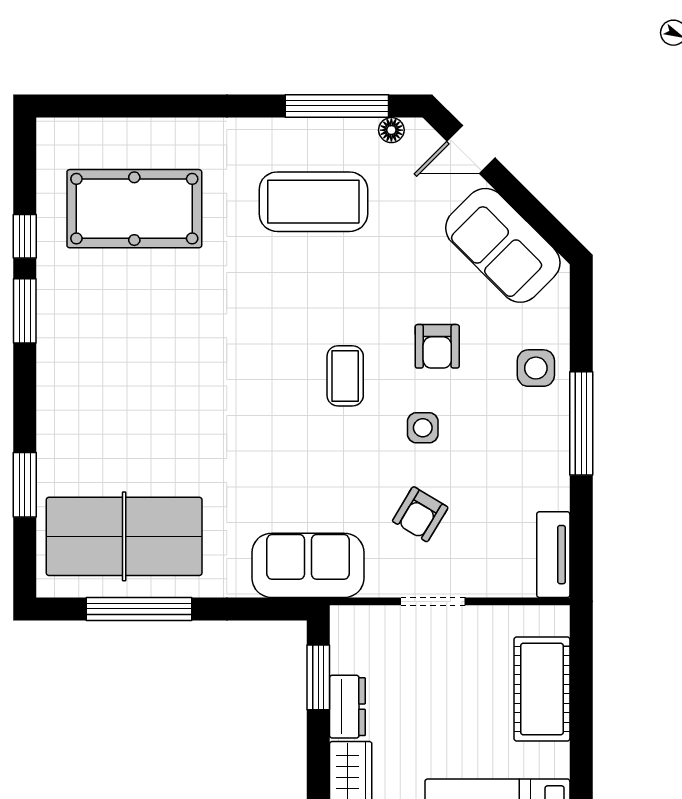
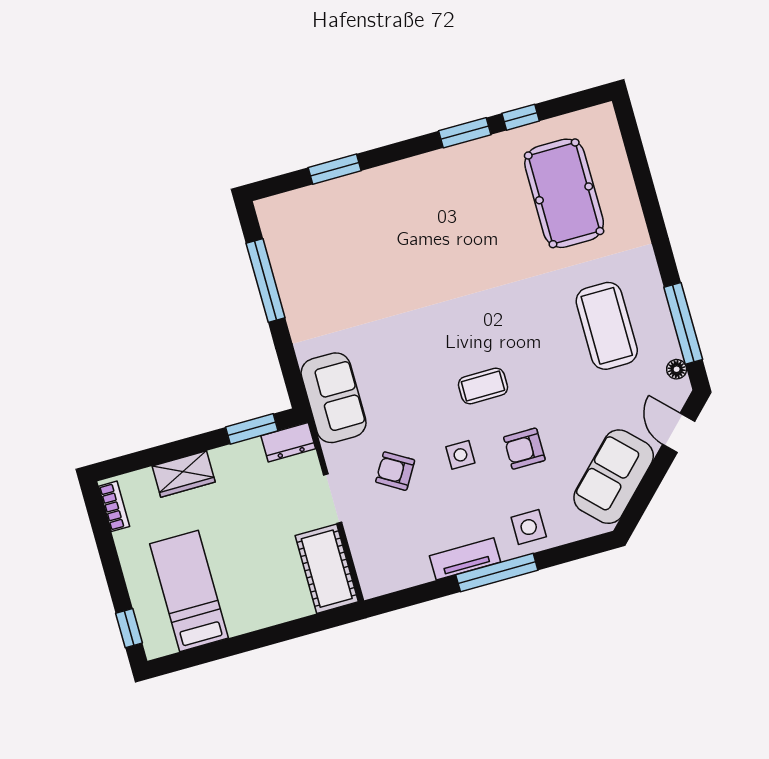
table tennis table: (124, 536) -> (317, 254), removed
tv unit: (553, 555) -> (465, 559), moved
cot: (542, 689) -> (327, 569), moved, turned 90
dresser: (347, 707) -> (288, 442), moved

